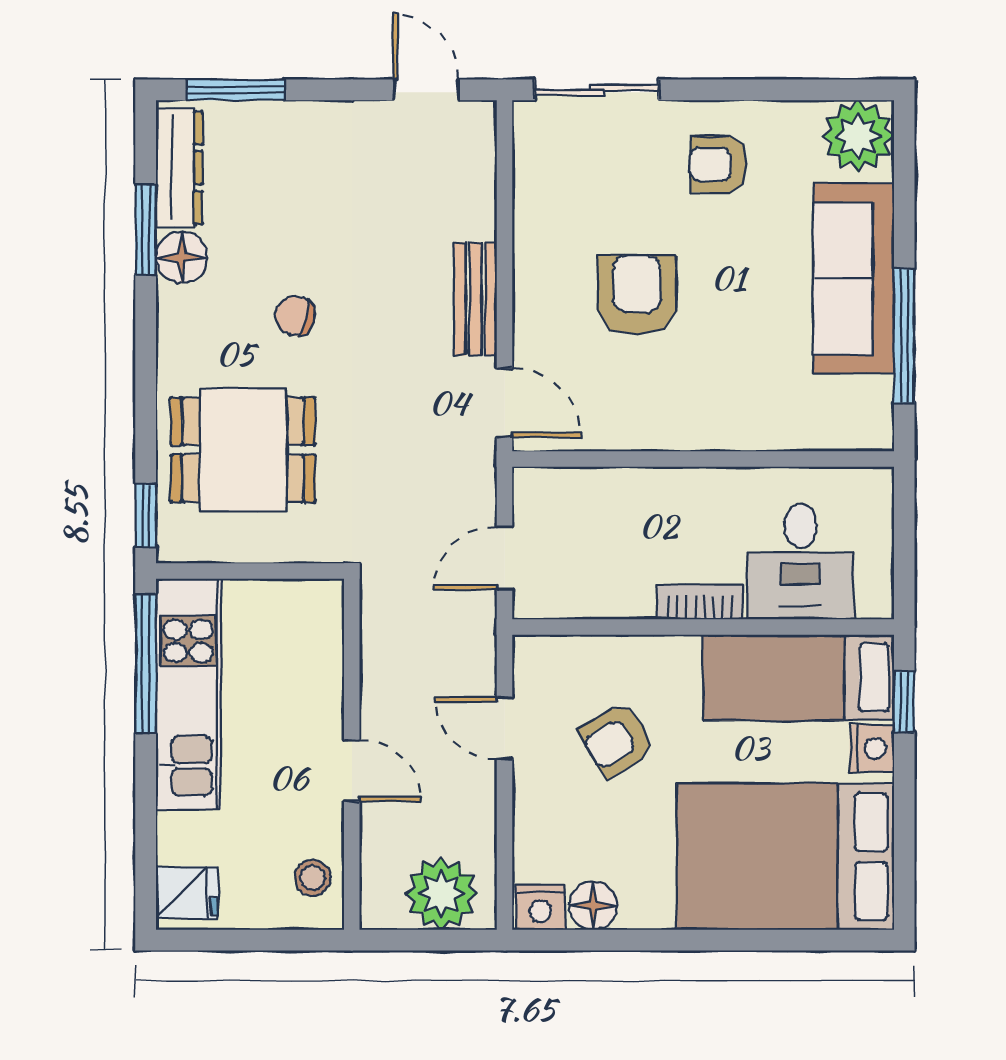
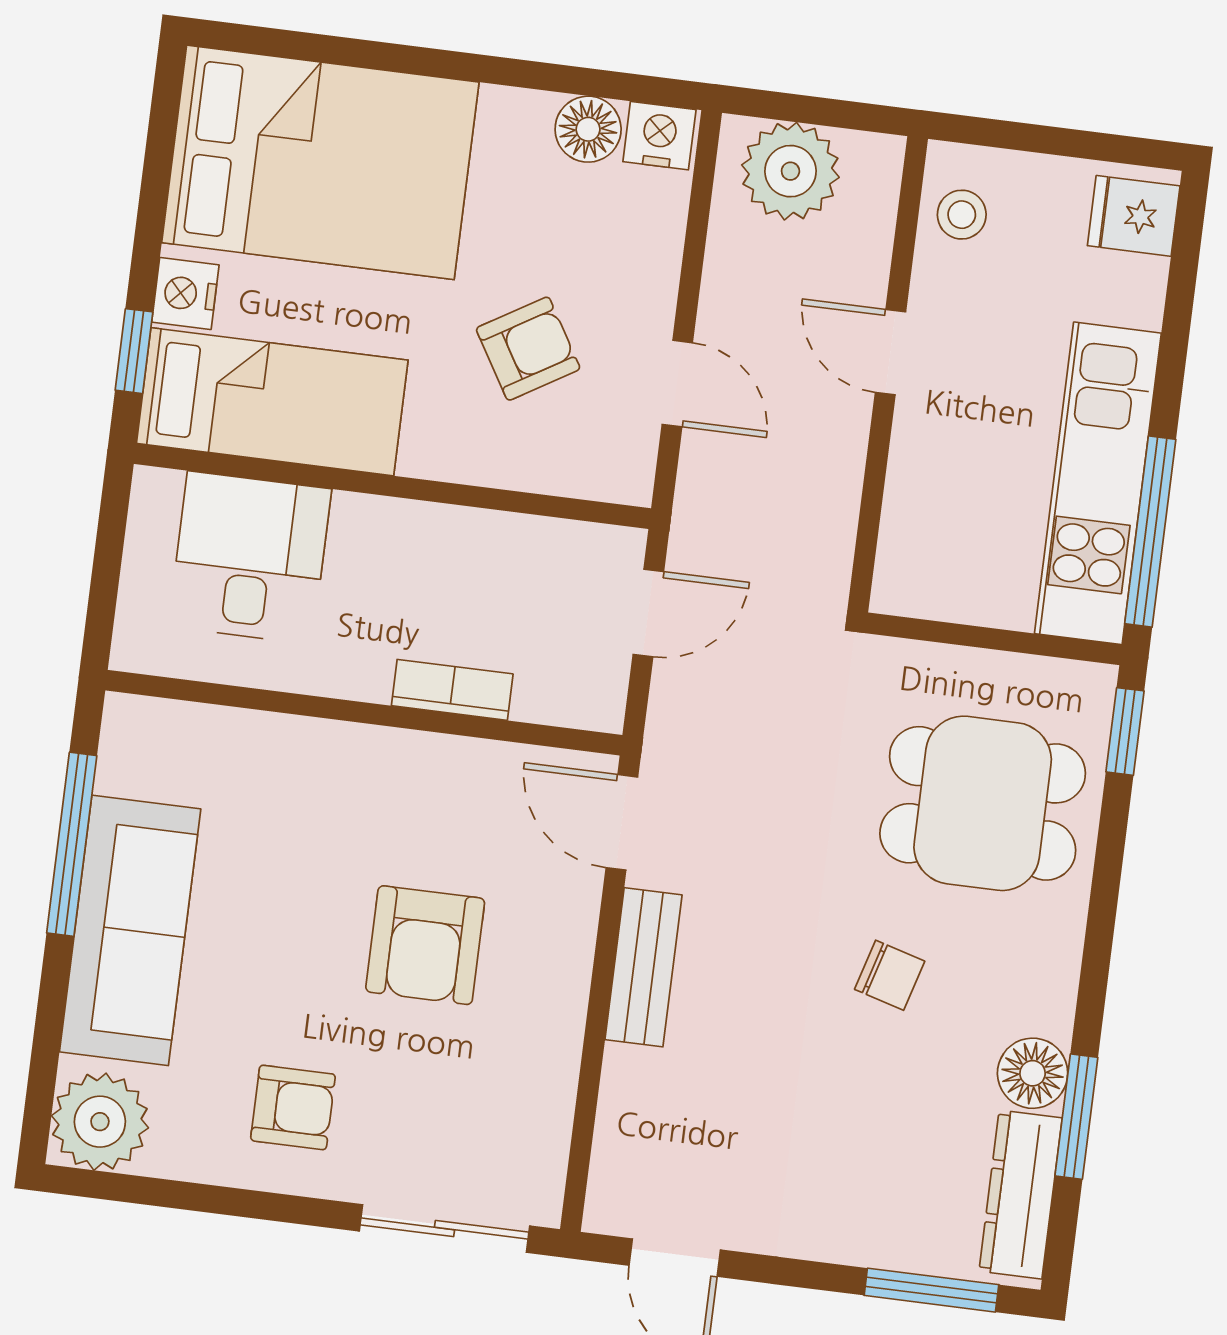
bookcase: (700, 602) -> (452, 690), moved, turned 180

